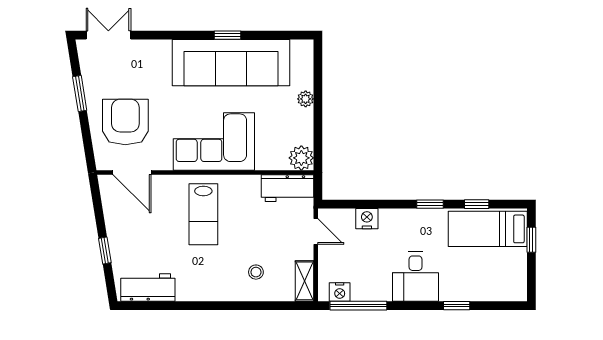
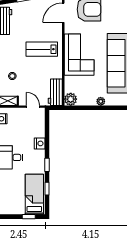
nightstand: (367, 219) -> (40, 143), moved
door: (316, 231) -> (33, 107), swing flipped

